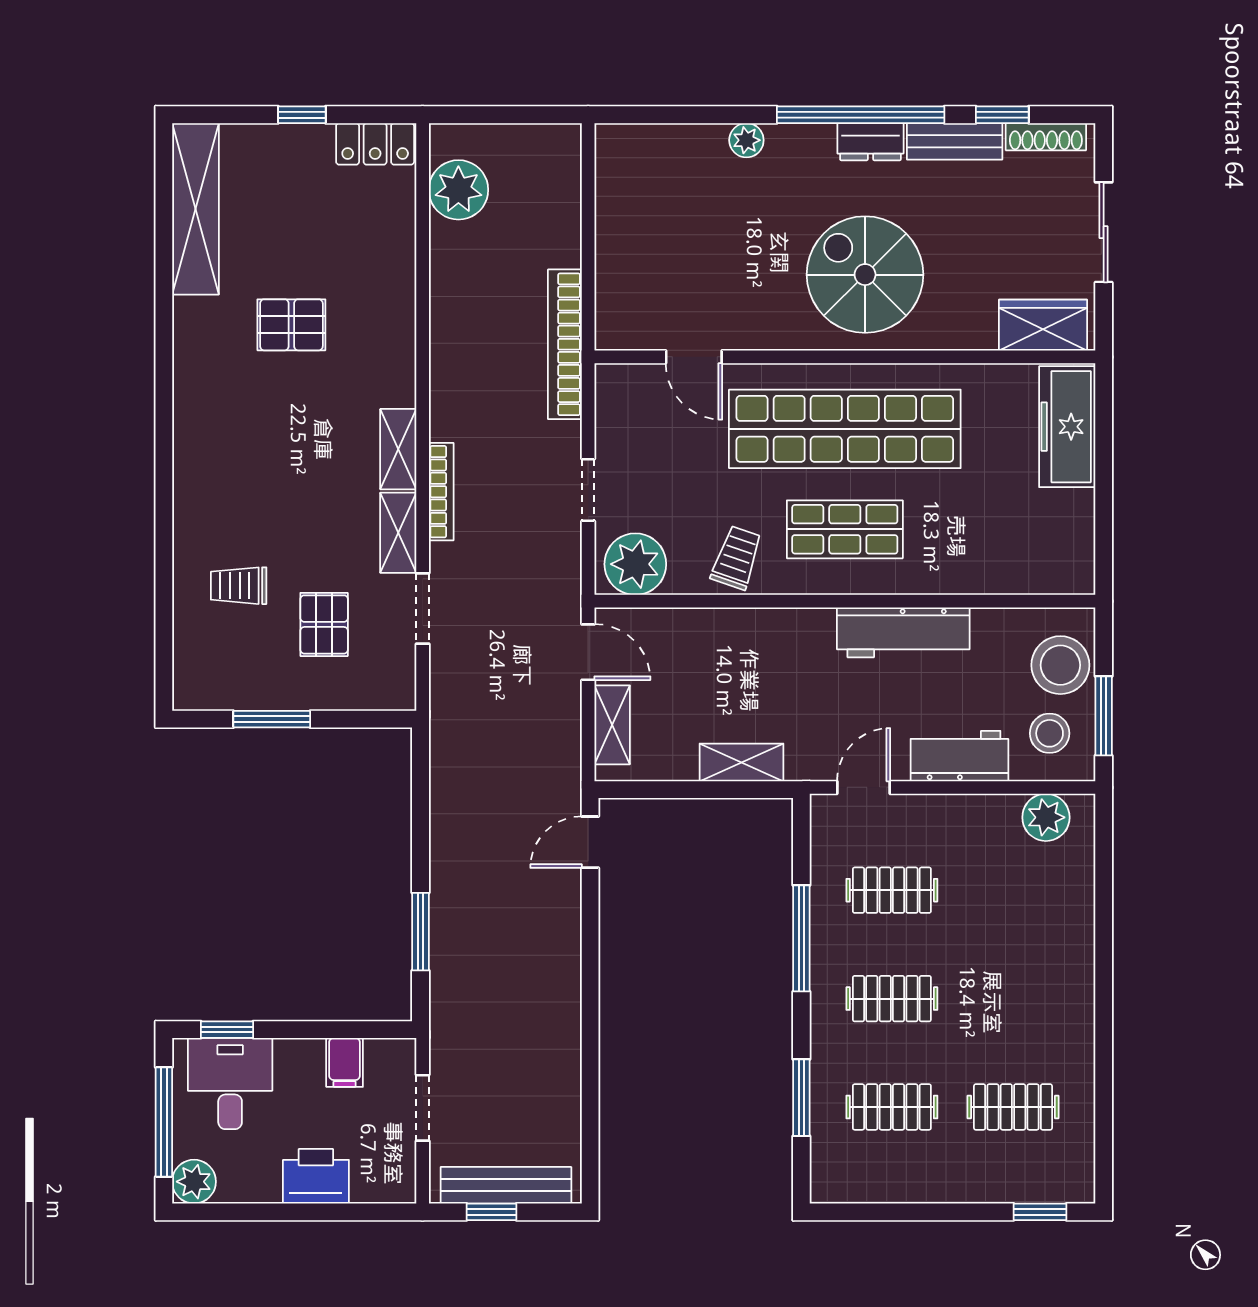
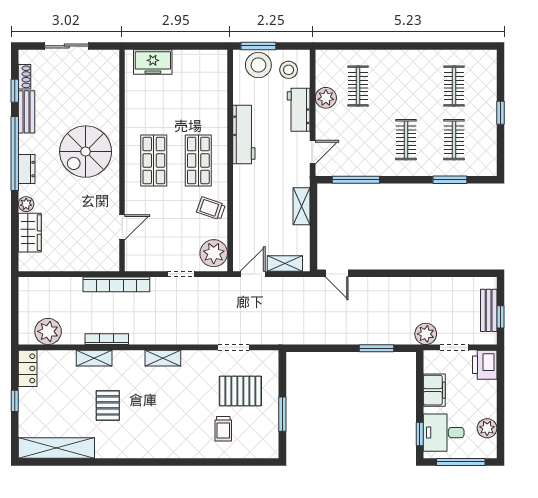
shoe rack: (1046, 137) -> (25, 77), width x0.70
dresser: (870, 142) -> (27, 169), moved
wardrobe: (1043, 325) -> (30, 233), moved, turned 180
freezer: (1067, 427) -> (153, 62), width x0.71
shop shelf: (845, 429) -> (154, 160), width x0.50, depth x0.74
bookcase: (441, 492) -> (107, 339), moved
shelving: (398, 533) -> (94, 358), moved
pallet: (324, 624) -> (240, 391), width x1.50, depth x1.42
window: (1104, 716) -> (258, 46), moved
door: (864, 787) -> (313, 152), swing flipped
plant: (1046, 817) -> (326, 98), moved
clothes rail: (892, 890) -> (358, 86), moved
window: (801, 938) -> (356, 180), moved
plant: (453, 1043) -> (426, 334), added
filing cabinet: (345, 1062) -> (434, 390), width x2.00
printer: (316, 1176) -> (485, 365), moved
plant: (194, 1182) -> (487, 428), moved
bench: (506, 1185) -> (489, 310), width x0.73
window: (1040, 1212) -> (500, 113), moved

